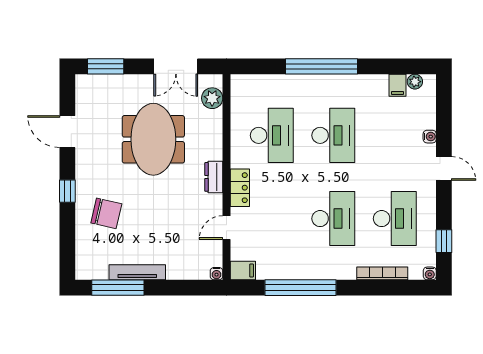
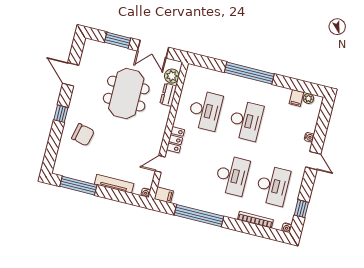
window: (106, 66) -> (118, 40), moved
dresser: (214, 177) -> (168, 95), moved
tv unit: (137, 272) -> (114, 184), moved

